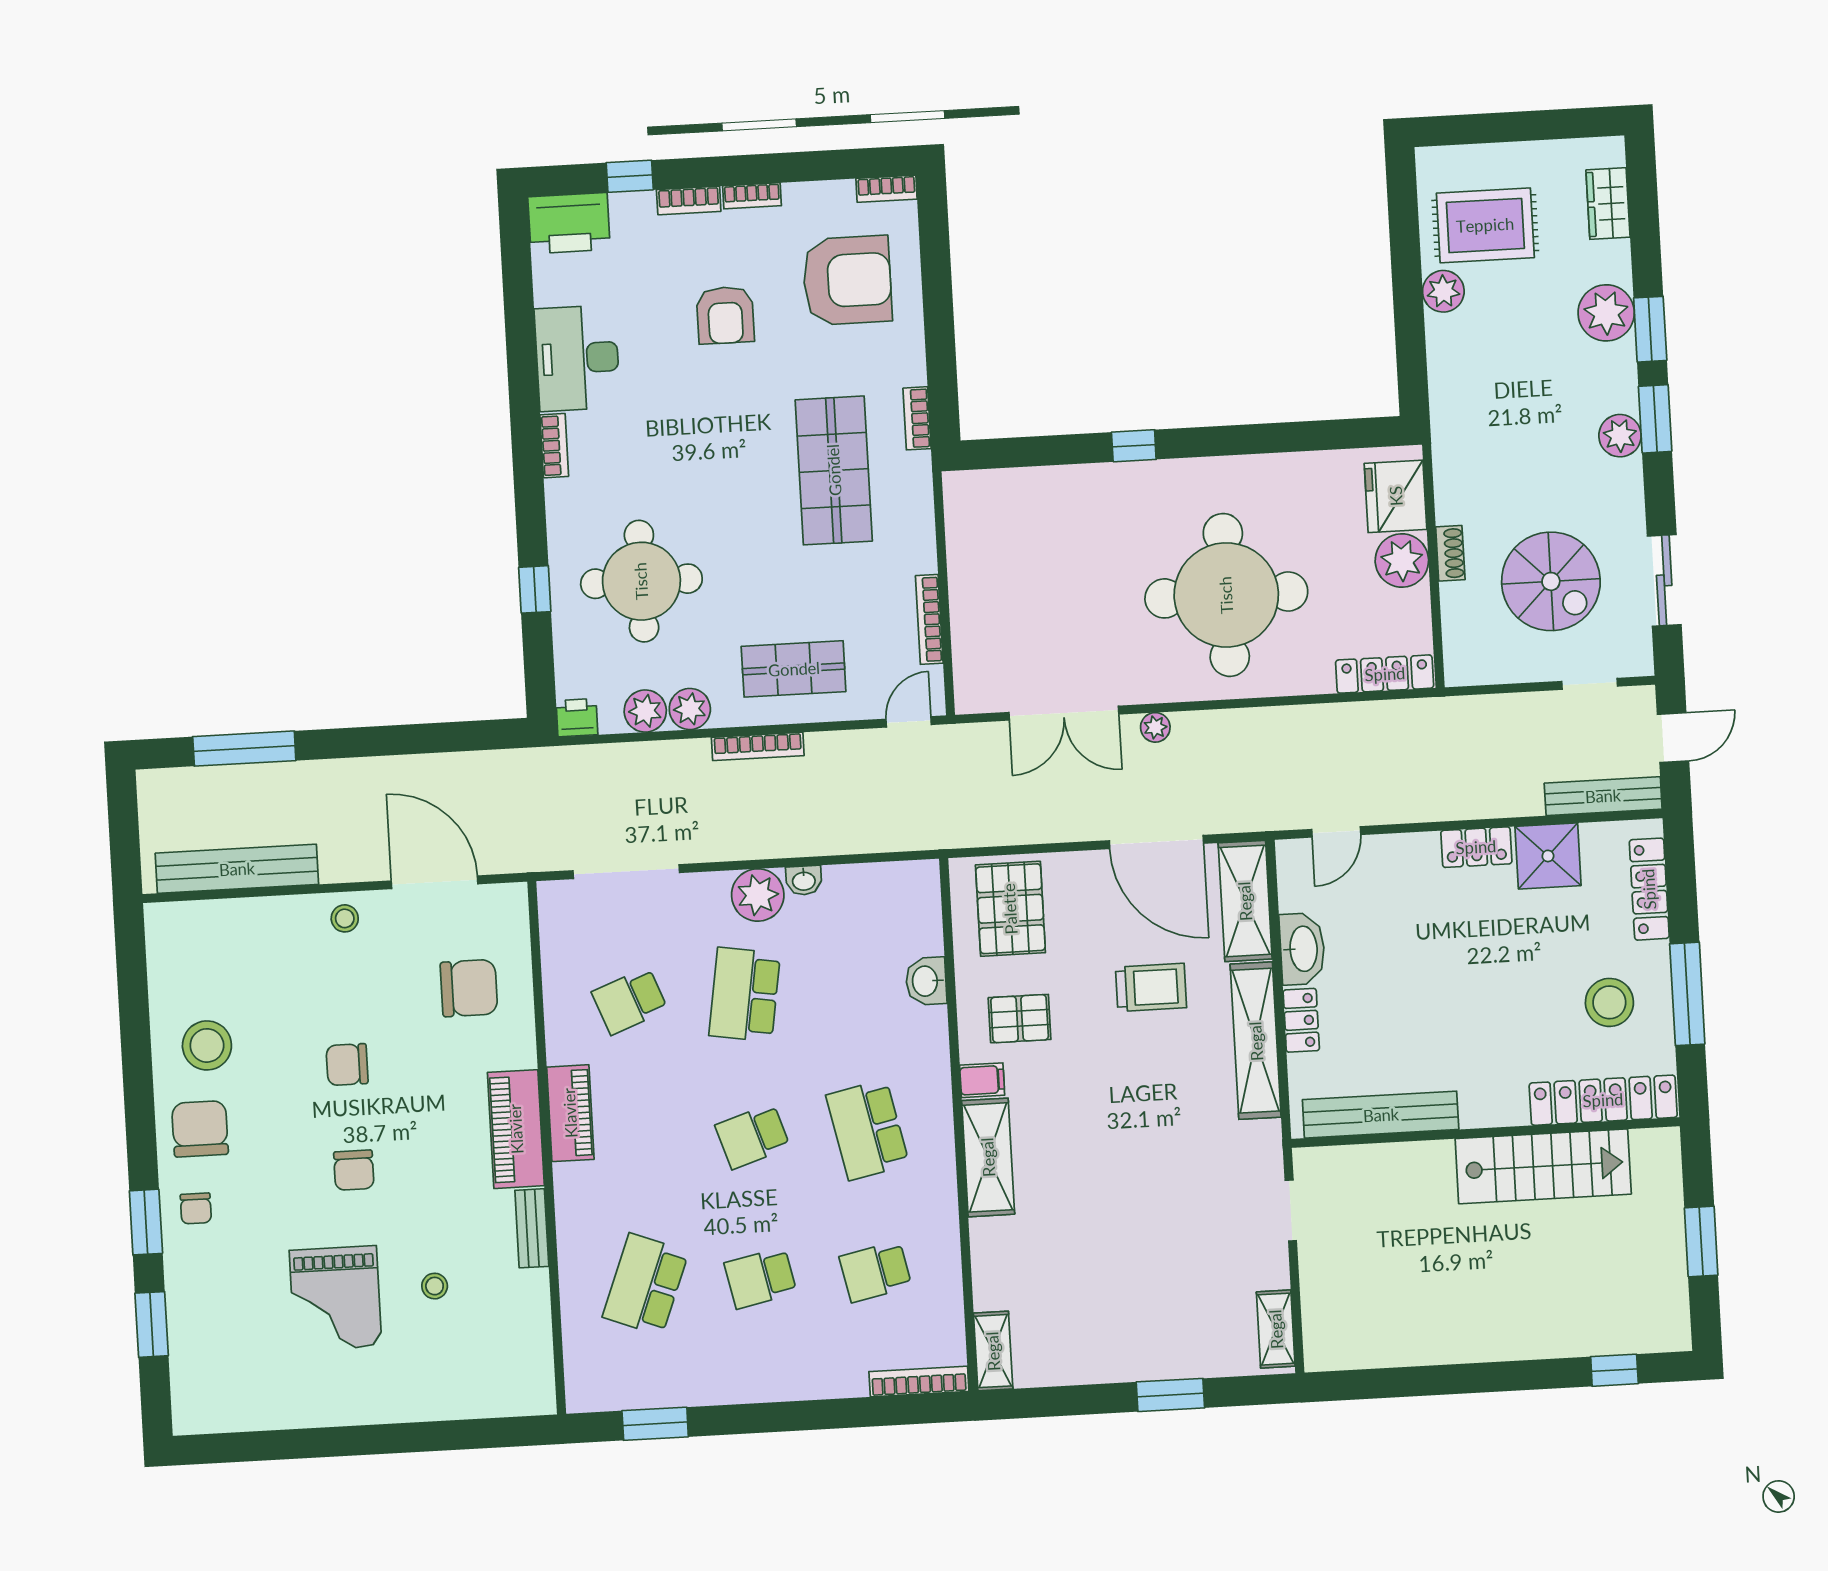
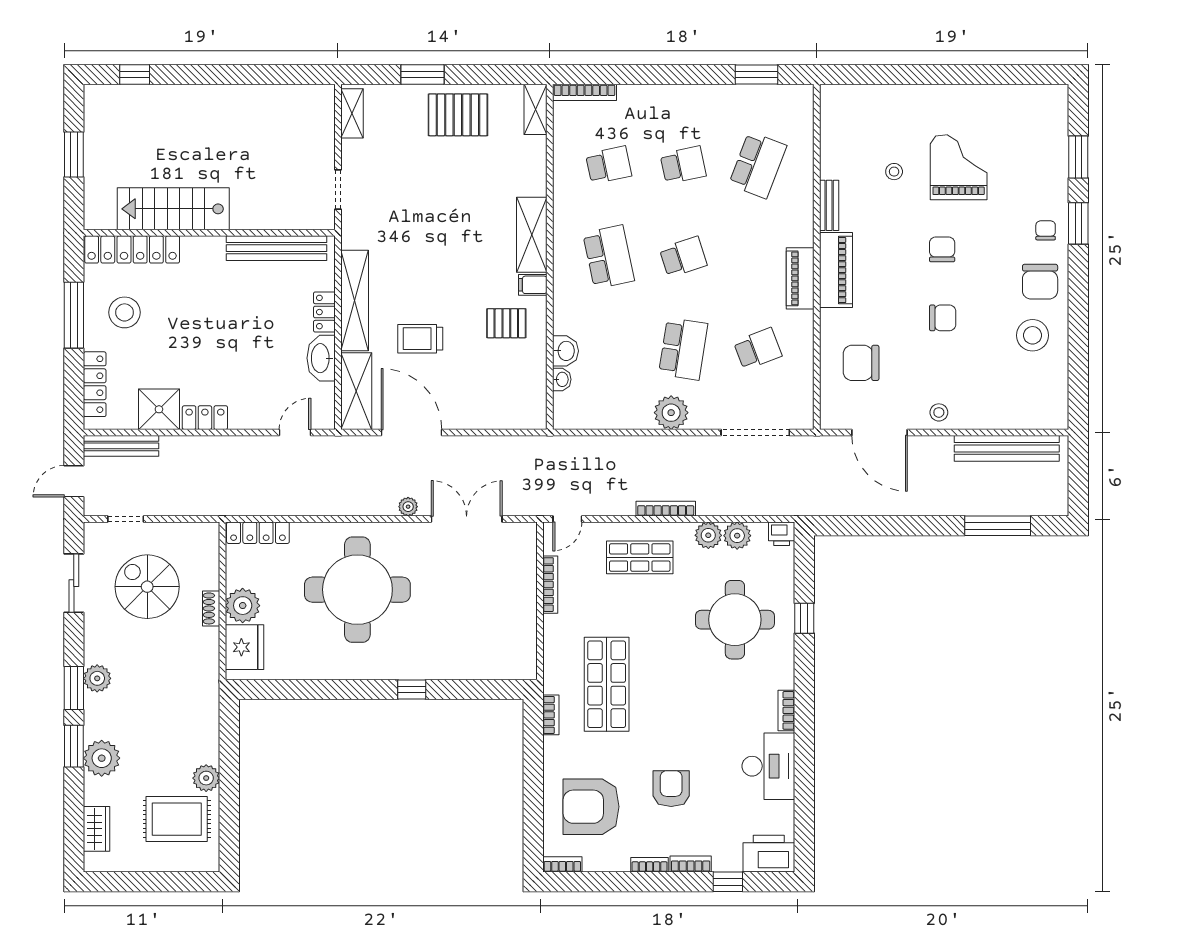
washbasin: (804, 880) -> (562, 379), moved, turned 90
pallet: (1010, 909) -> (458, 115), moved, turned 90

